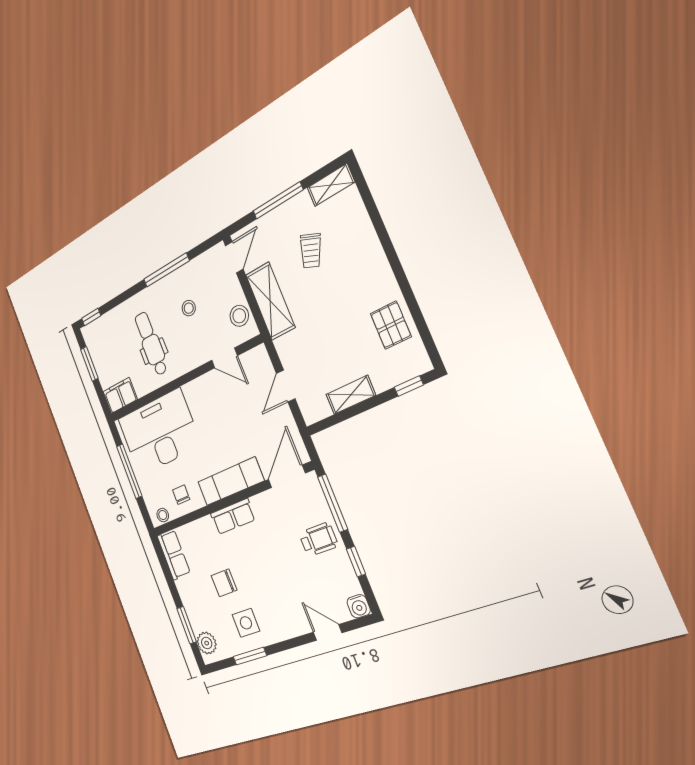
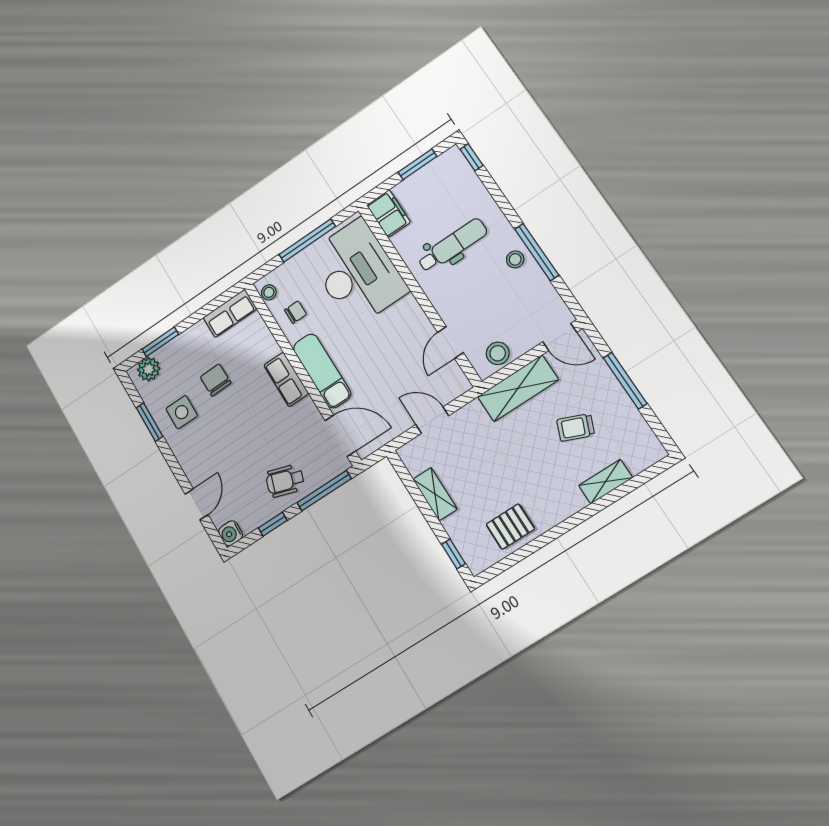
shelving: (331, 185) -> (606, 482), moved, turned 90
stool: (189, 308) -> (515, 259), moved
wheelchair: (318, 539) -> (285, 481), turned 108

